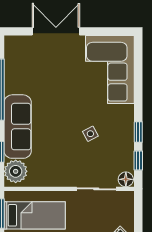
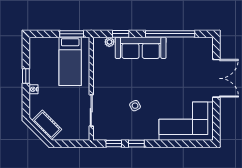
plant: (16, 171) -> (109, 42), width x0.53, depth x0.53
floor lamp: (126, 179) -> (99, 134), removed

